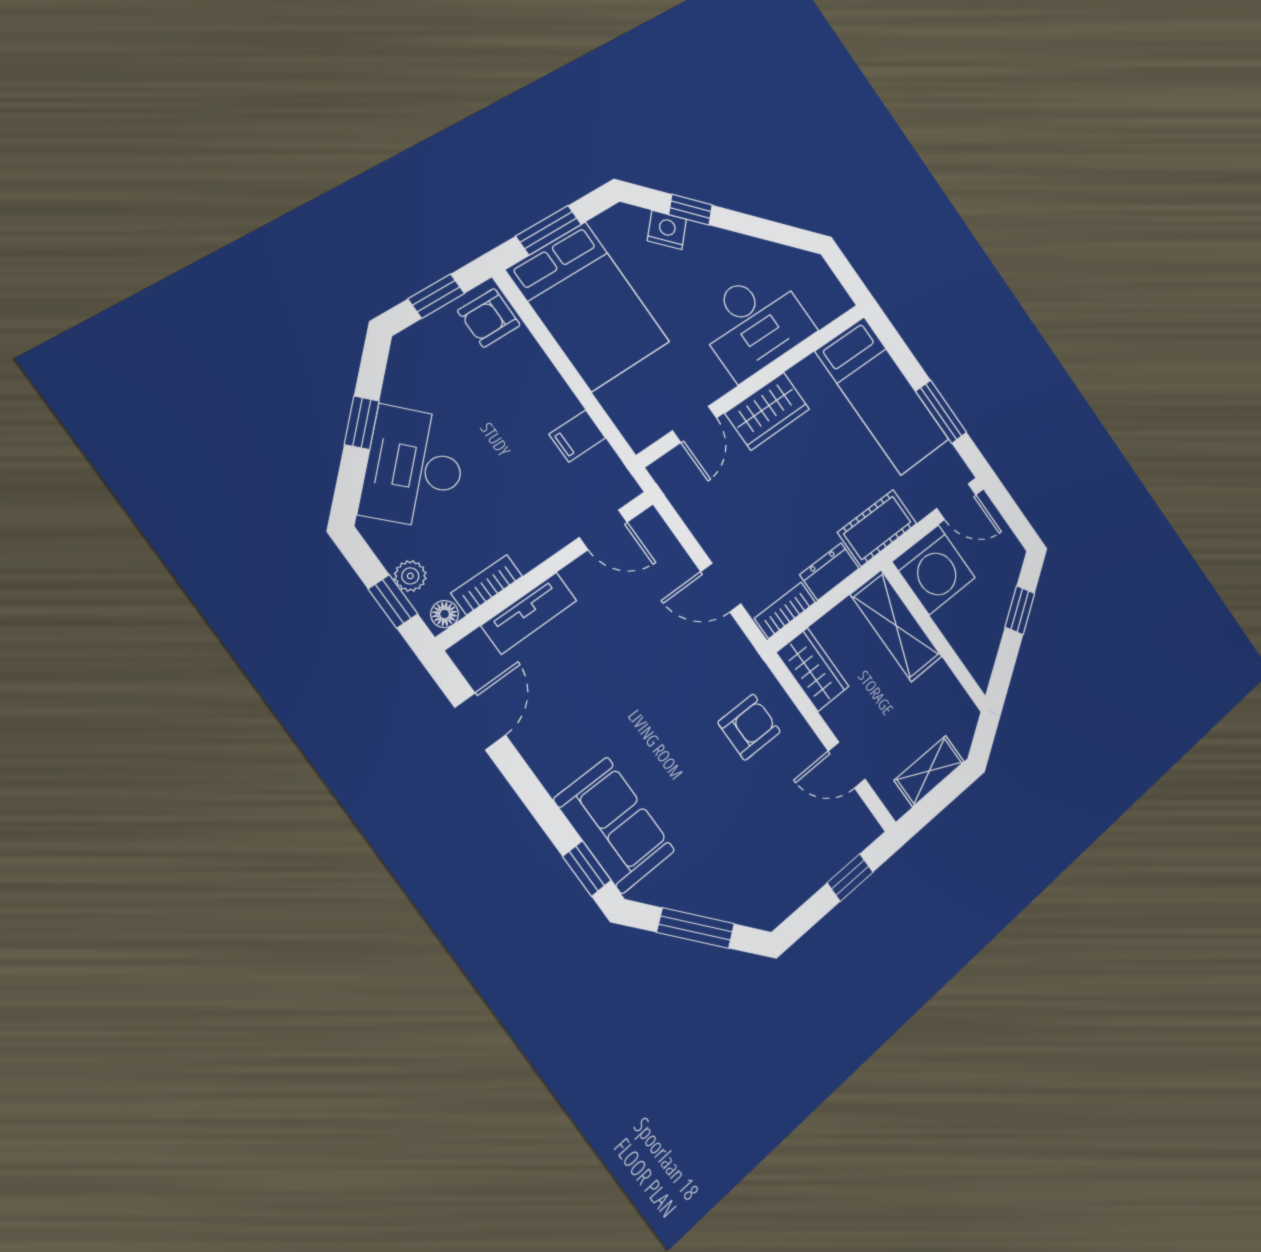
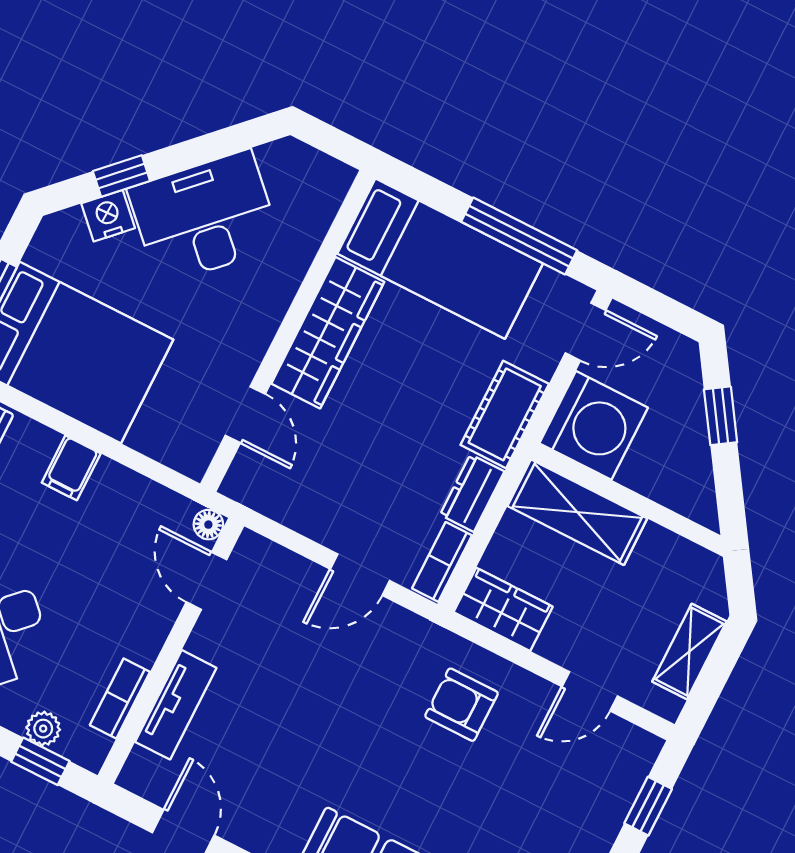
desk: (755, 323) -> (204, 217), moved, turned -135
wardrobe: (767, 411) -> (328, 333), width x1.50
window: (941, 412) -> (519, 236), width x1.44
filing cabinet: (577, 436) -> (71, 468), moved
door: (603, 530) -> (206, 581), swing flipped
floor lamp: (445, 614) -> (208, 525), moved
armchair: (749, 727) -> (461, 705), turned -90

